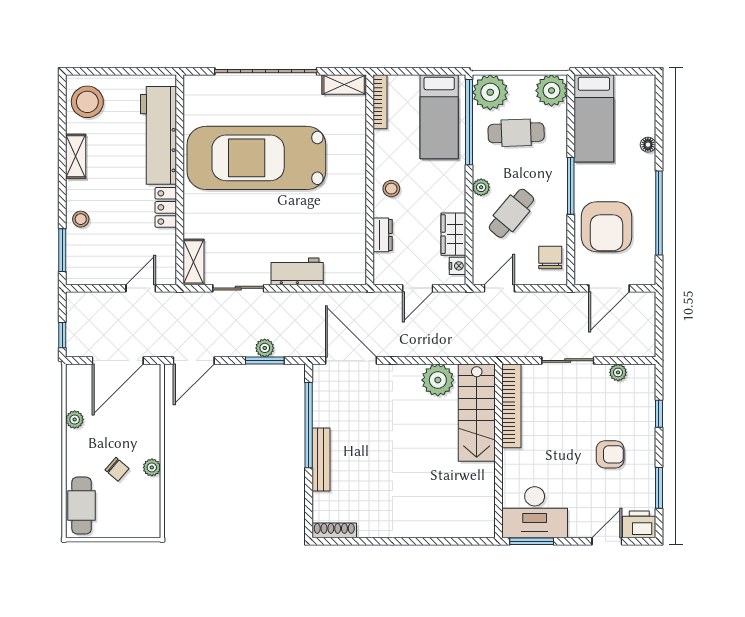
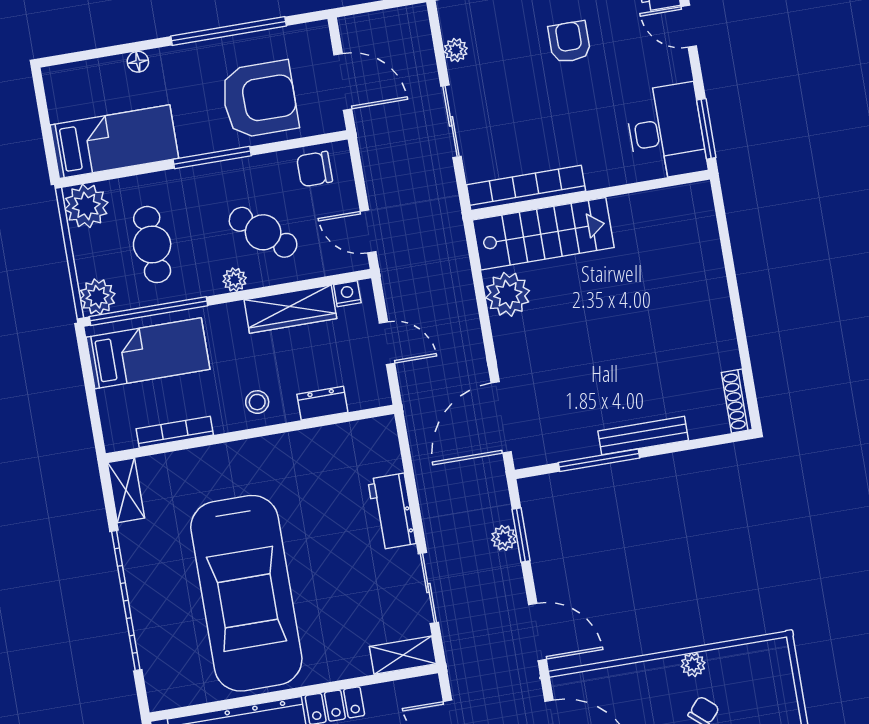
plant: (490, 92) -> (97, 297), width x0.73, depth x0.73
bookcase: (380, 102) -> (175, 432), moved
wardrobe: (453, 234) -> (290, 309), width x1.50
window: (309, 425) -> (599, 460), width x0.68

